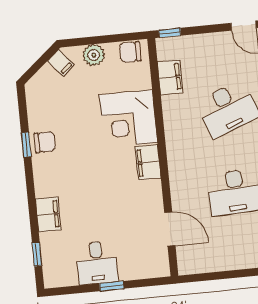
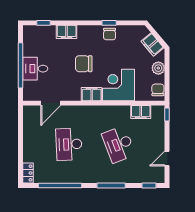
filing cabinet: (61, 63) -> (152, 44), width x2.00
chair: (99, 181) -> (84, 64), added
desk: (97, 263) -> (35, 69), moved
window: (112, 286) -> (20, 65), width x3.17

